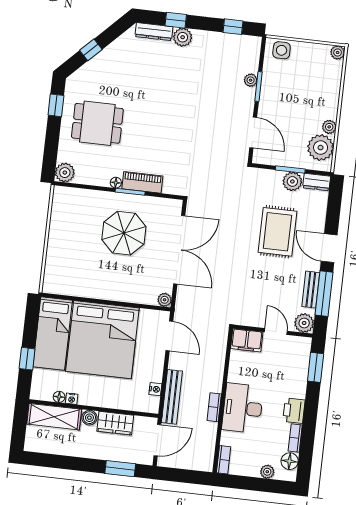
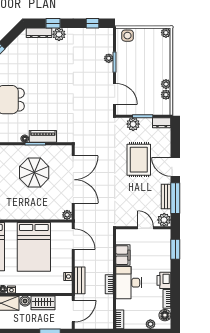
plant: (321, 148) -> (166, 95), width x0.53, depth x0.53
plant: (292, 181) -> (133, 124), moved
bed: (102, 340) -> (34, 247), width x0.73
filing cabinet: (247, 340) -> (123, 255), moved, turned -90
bench: (172, 397) -> (80, 280), width x0.73

